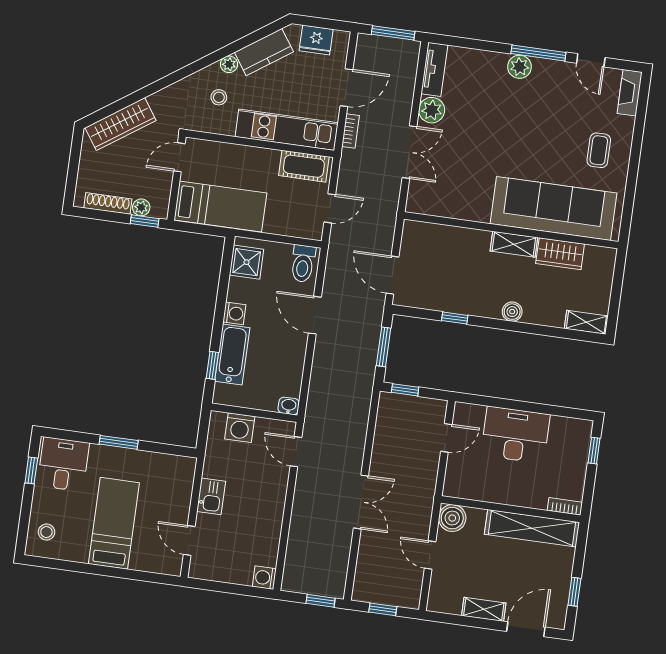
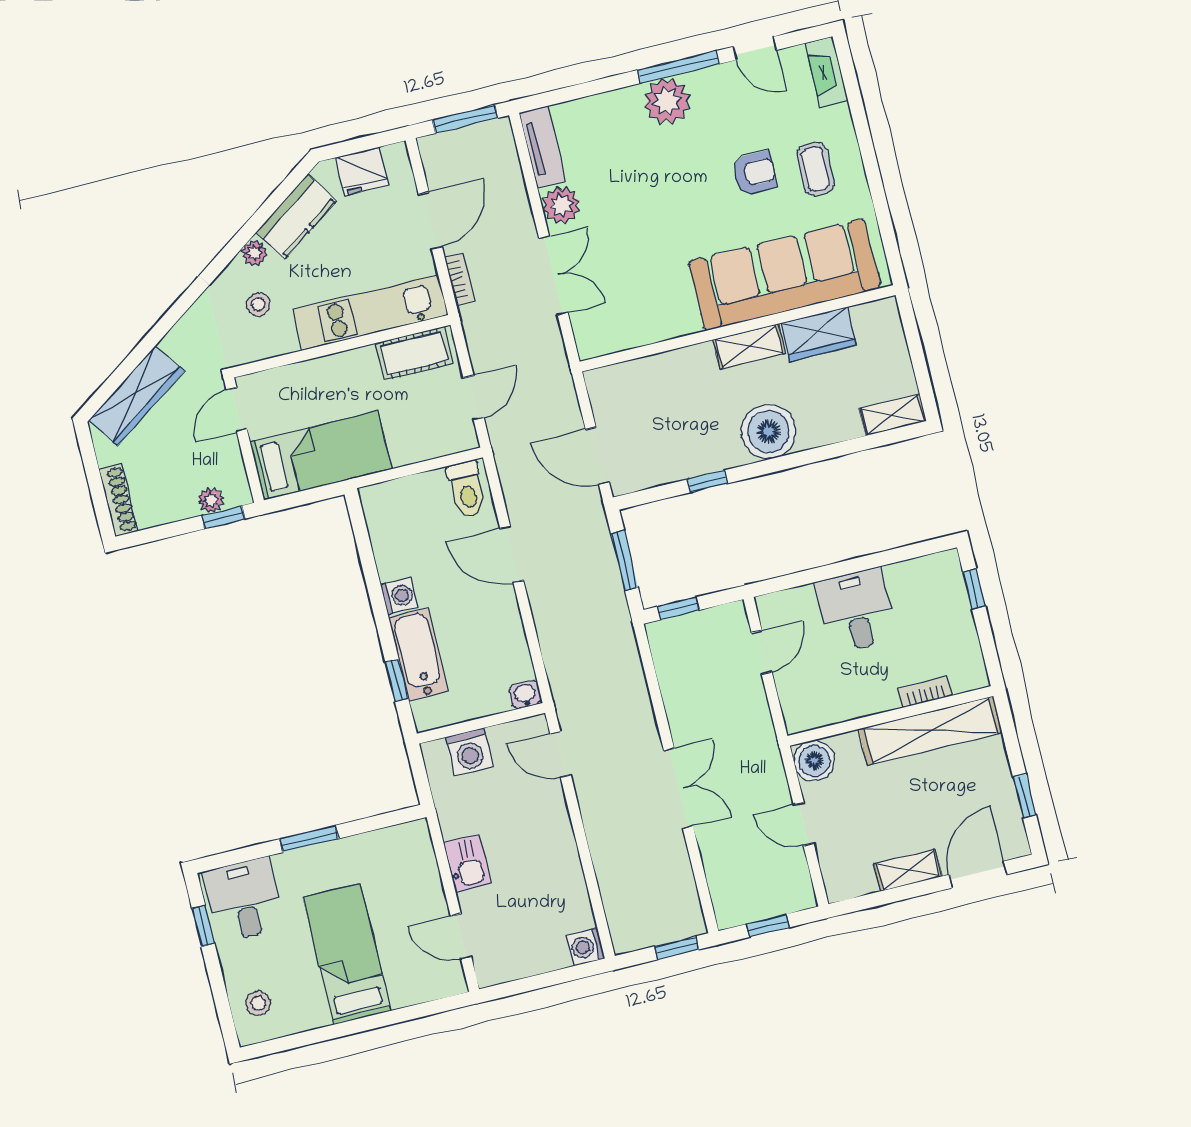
plant: (520, 67) -> (667, 101), width x1.36, depth x1.36
armchair: (560, 138) -> (754, 173), added
shoe rack: (108, 203) -> (118, 500), moved, turned 90
shower: (247, 262) -> (388, 518), removed
boiler: (512, 312) -> (769, 431), width x1.86, depth x1.86
desk: (515, 435) -> (856, 610), width x0.73
bookcase: (565, 506) -> (925, 692), moved

